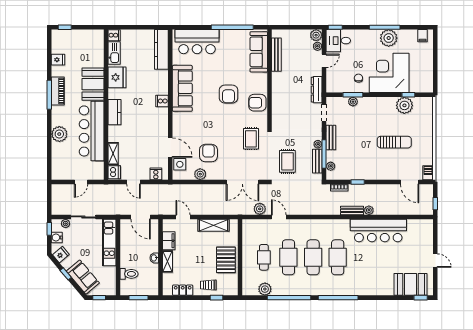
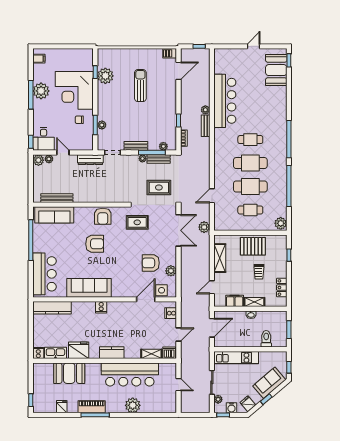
booth: (93, 84) -> (69, 373), moved
plant: (260, 209) -> (204, 227), moved
cafe table: (338, 257) -> (250, 140), width x0.73, depth x0.74
trolley: (208, 285) -> (259, 272), moved
plant: (265, 289) -> (281, 223), moved

